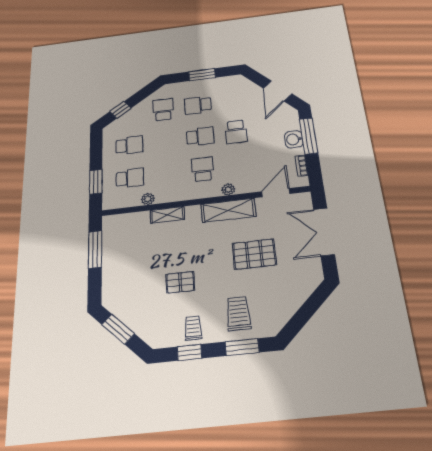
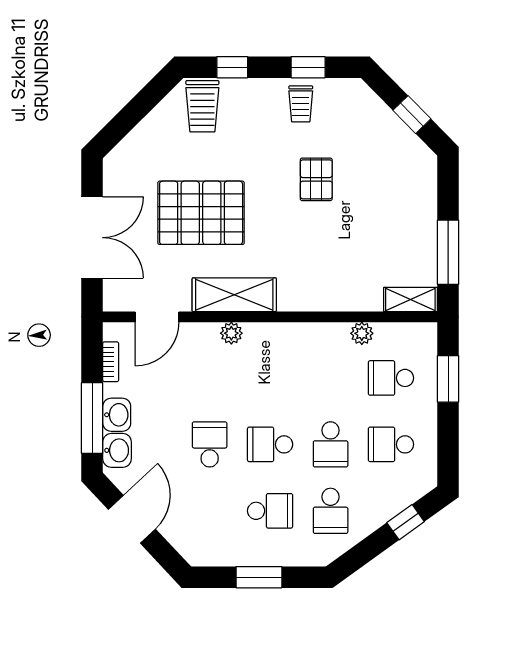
washbasin: (291, 122) -> (117, 450), added
school desk: (203, 169) -> (331, 444), moved
shelving: (167, 215) -> (410, 299), moved
pallet: (254, 254) -> (201, 213), width x1.37, depth x1.41
pallet: (180, 282) -> (316, 179), turned 90
trolley: (238, 314) -> (202, 106), moved
window: (118, 329) -> (412, 115), width x0.67
window: (242, 347) -> (232, 67), width x0.67

